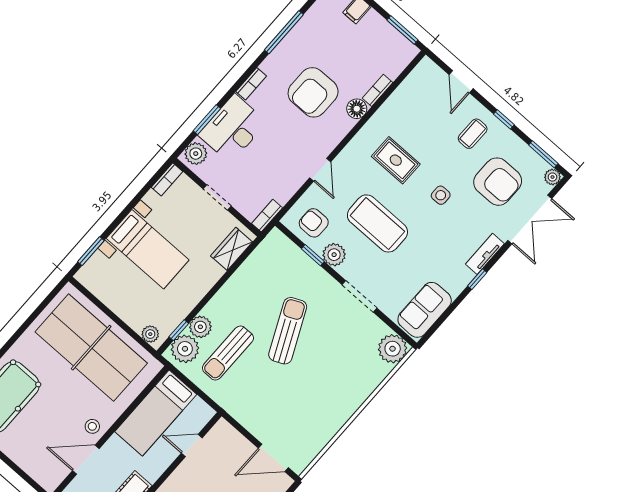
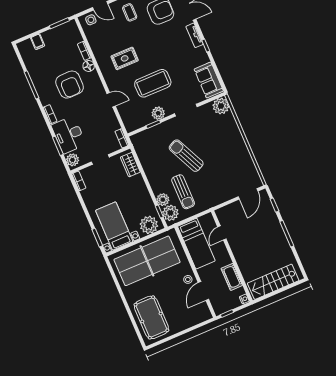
side table: (441, 195) -> (91, 20), moved
armchair: (314, 223) -> (137, 116), removed
bed with nightstands: (148, 249) -> (114, 226), moved, turned -90
plant: (150, 334) -> (149, 225), width x1.88, depth x1.88

